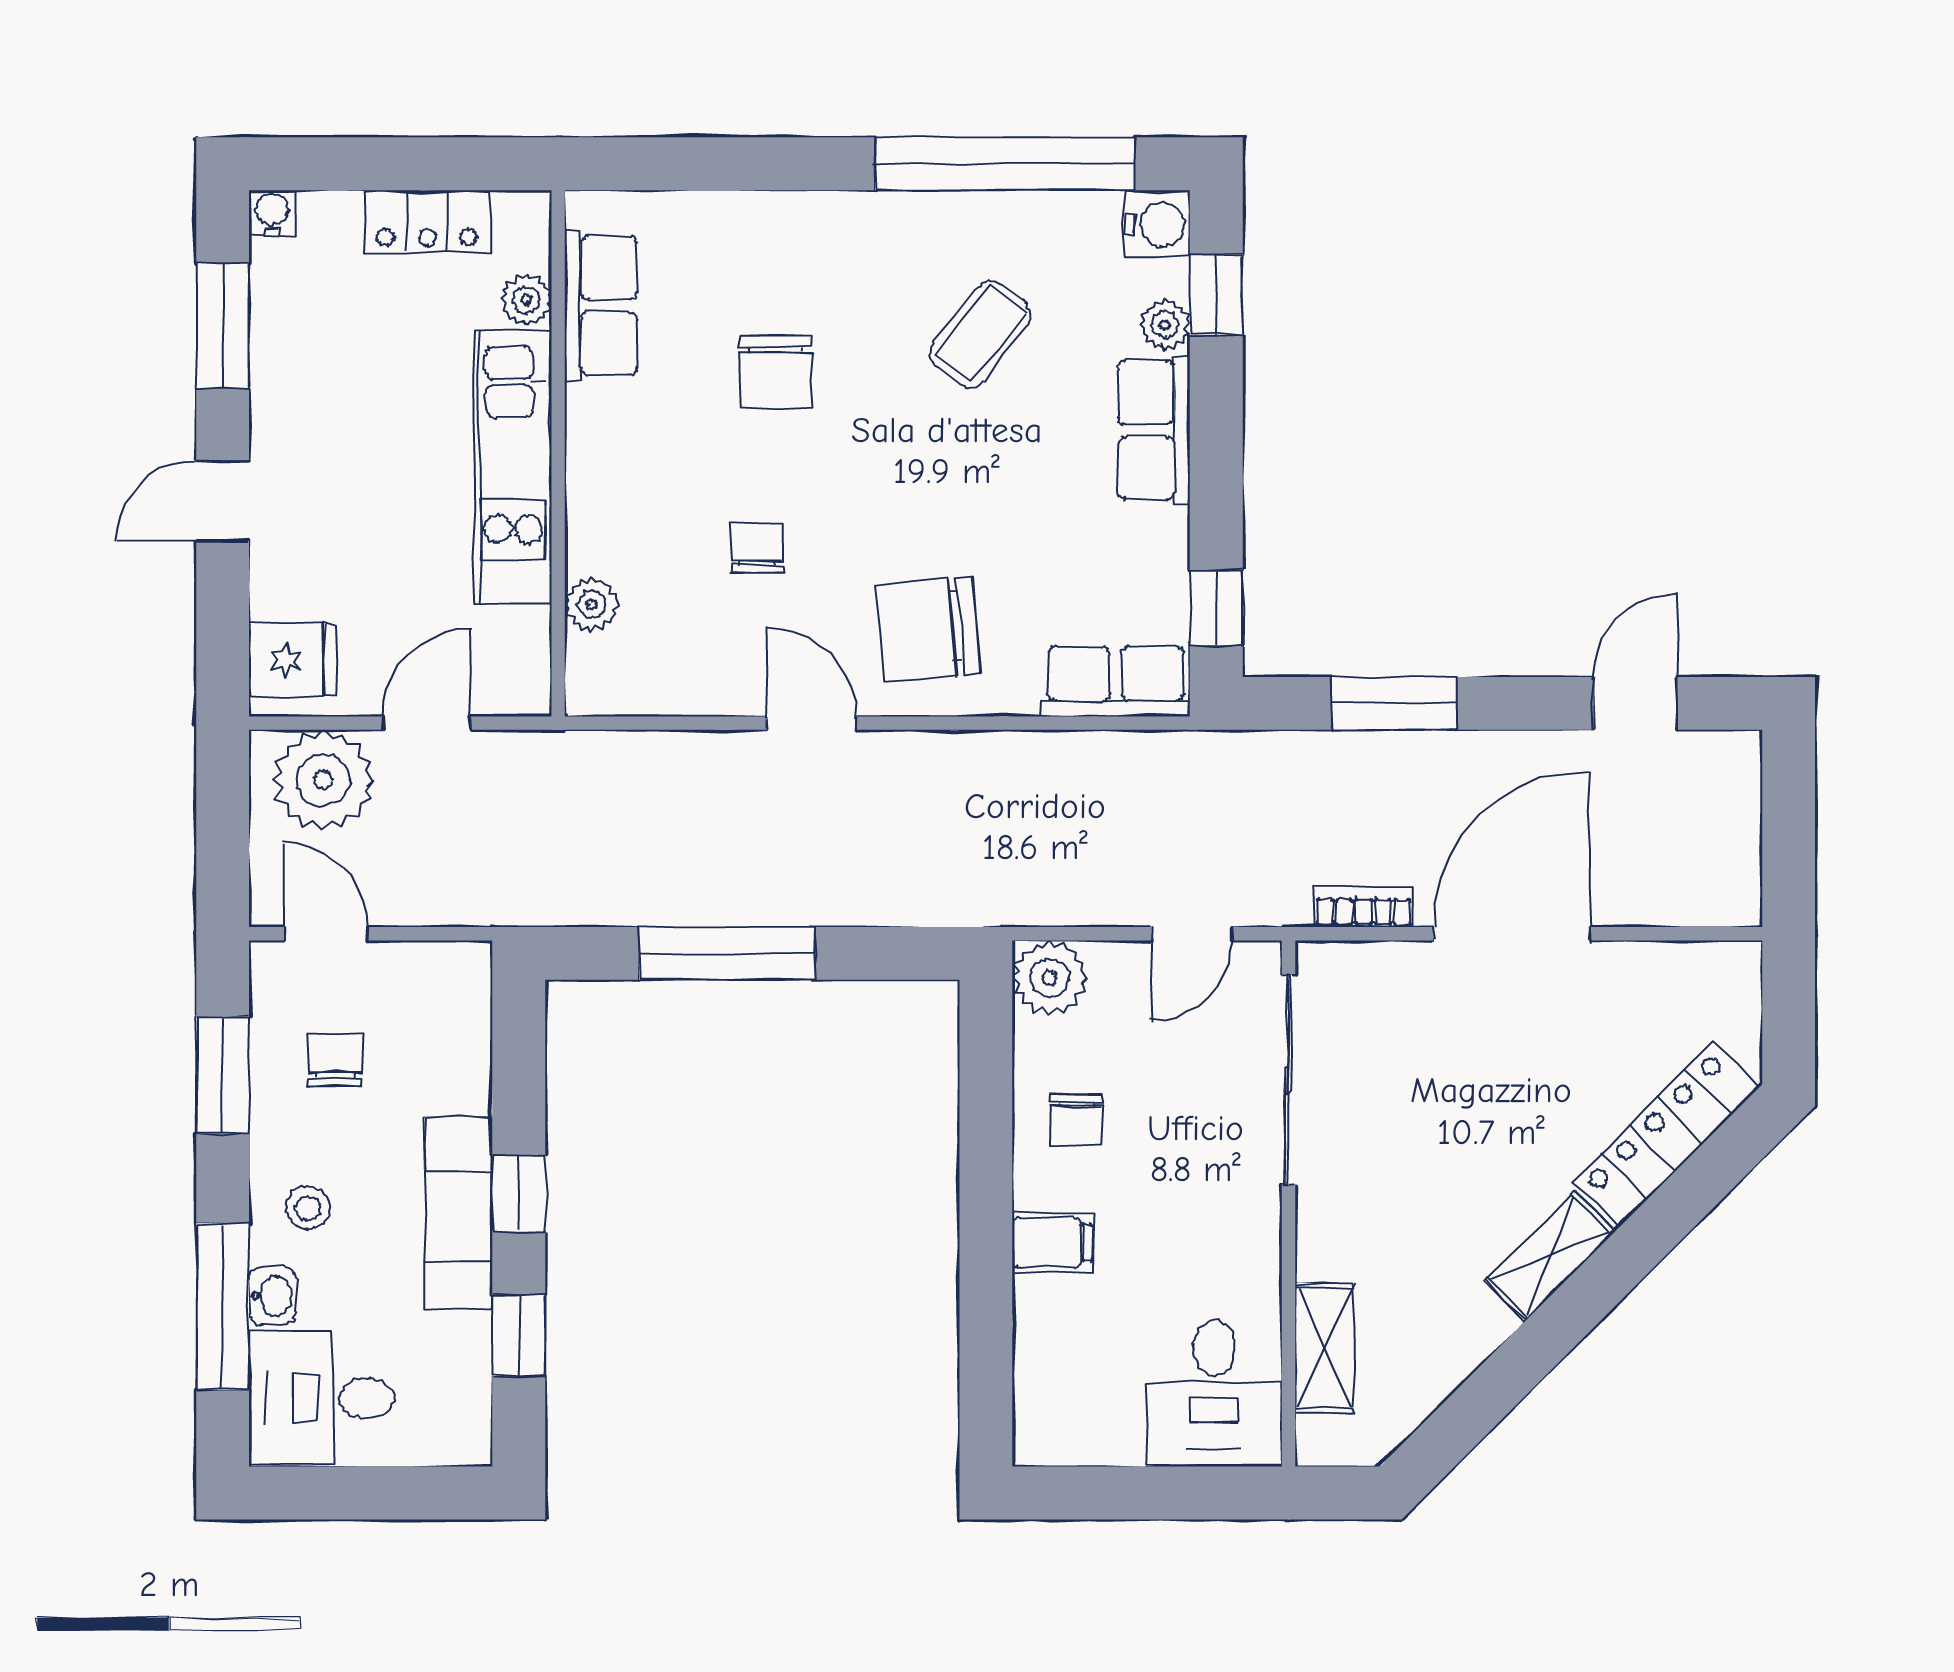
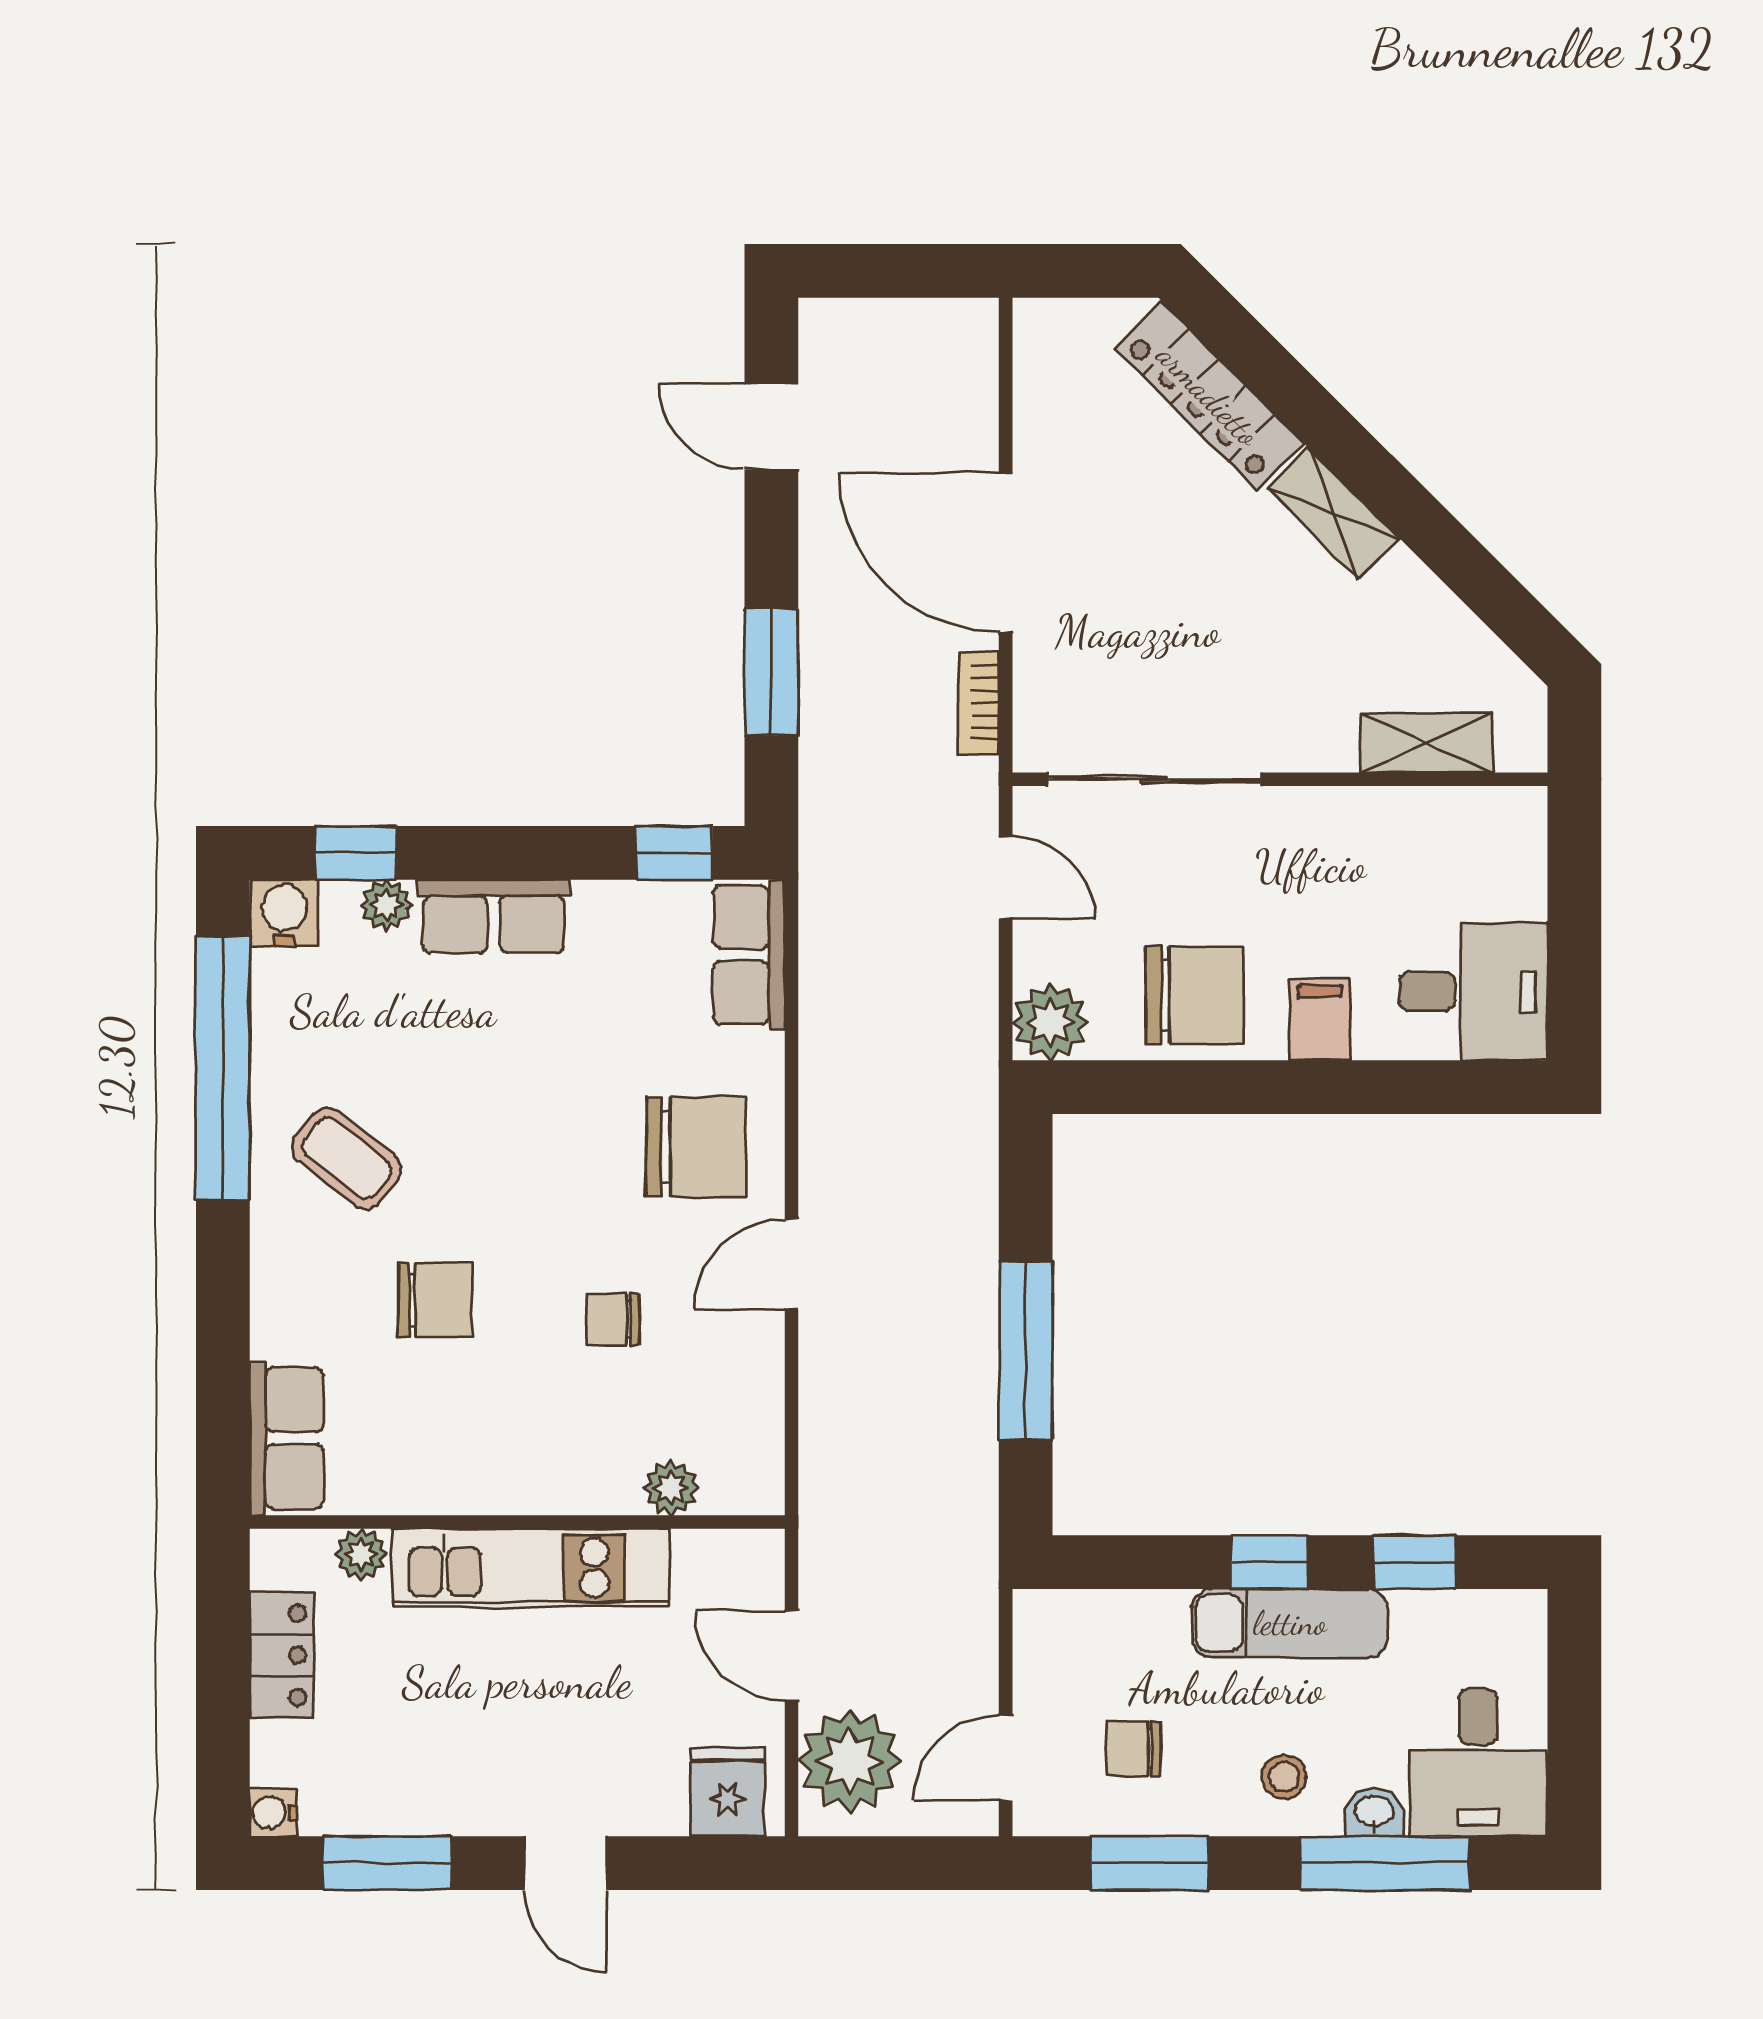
row of seats: (601, 305) -> (286, 1438), moved, turned 90
coffee table: (980, 334) -> (347, 1158), moved
chair: (927, 629) -> (696, 1147), turned -85
chair: (1076, 1120) -> (1195, 995), width x1.87, depth x1.87
desk: (1214, 1394) -> (1473, 991), moved

